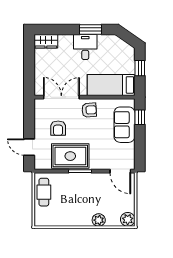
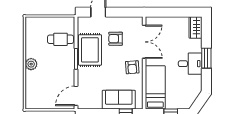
window: (90, 29) -> (206, 58), moved
cafe table: (44, 192) -> (61, 39), moved
plant: (128, 219) -> (32, 103), removed
plant: (99, 220) -> (31, 64), moved

